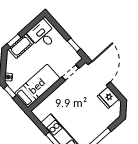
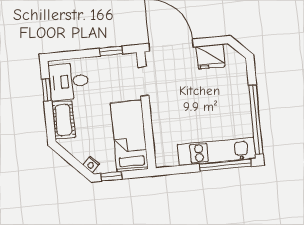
window: (14, 41) -> (47, 90), moved

